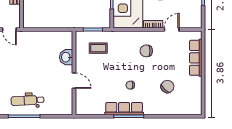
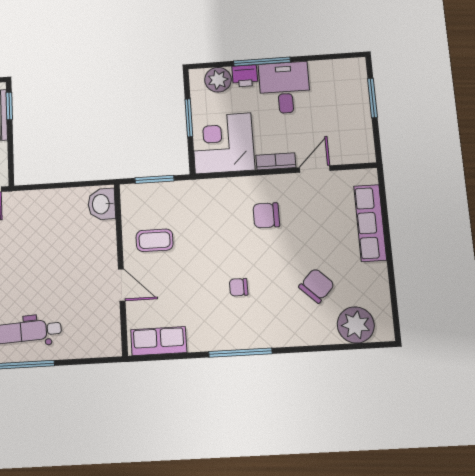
coffee table: (98, 48) -> (155, 240), moved
washbasin: (66, 57) -> (102, 204), moved
plant: (184, 106) -> (356, 325), added
row of seats: (124, 109) -> (159, 341), moved, width x0.68

